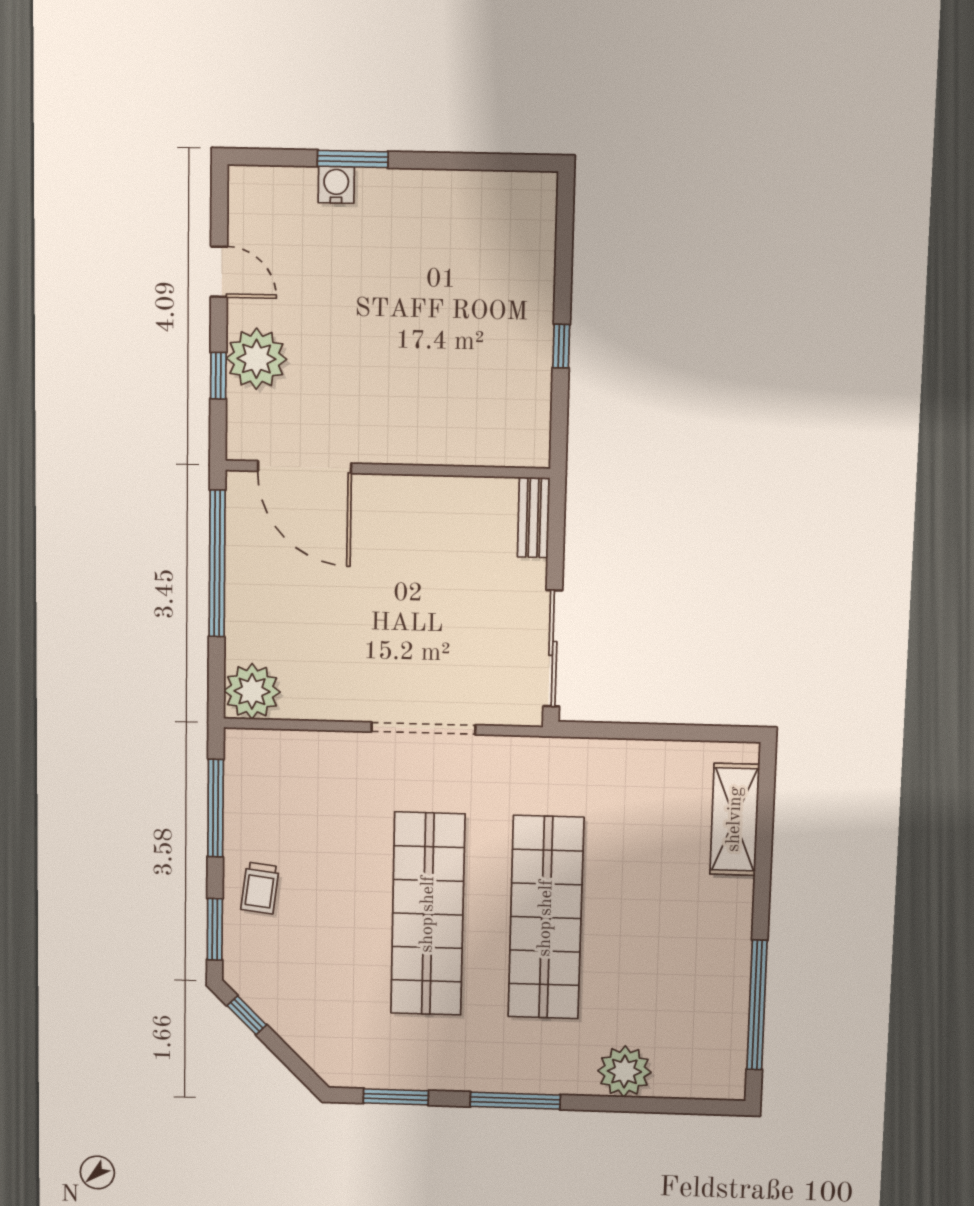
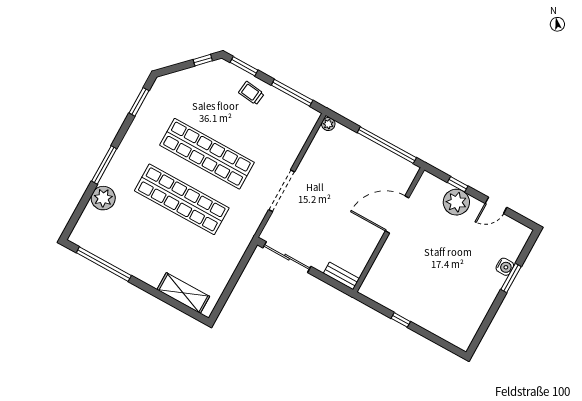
door: (305, 467) -> (397, 214), moved
plant: (252, 691) -> (328, 124), width x0.53, depth x0.53
window: (515, 1101) -> (104, 165), moved

